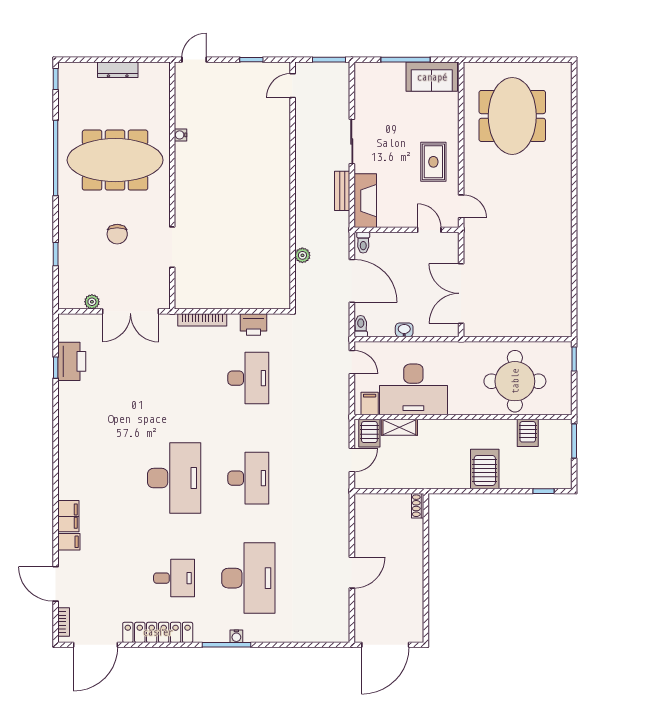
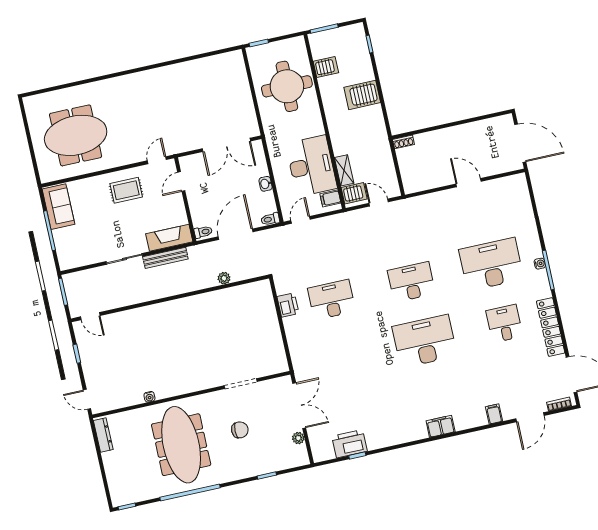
dresser: (118, 70) -> (103, 435), moved
bench: (342, 191) -> (165, 258), width x1.36
bookcase: (202, 320) -> (293, 347), removed
filing cabinet: (68, 516) -> (441, 426), moved

